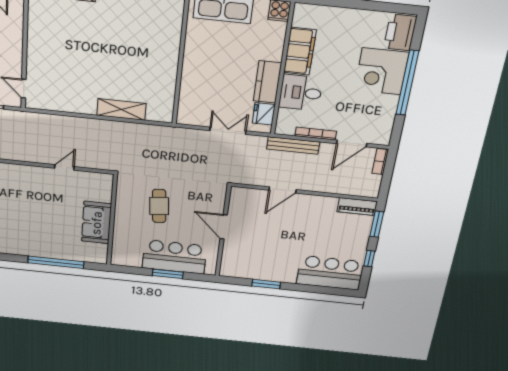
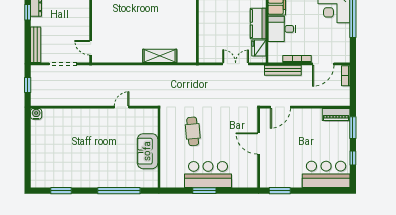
door: (224, 227) -> (259, 144), moved
wall: (223, 232) -> (259, 148), moved

